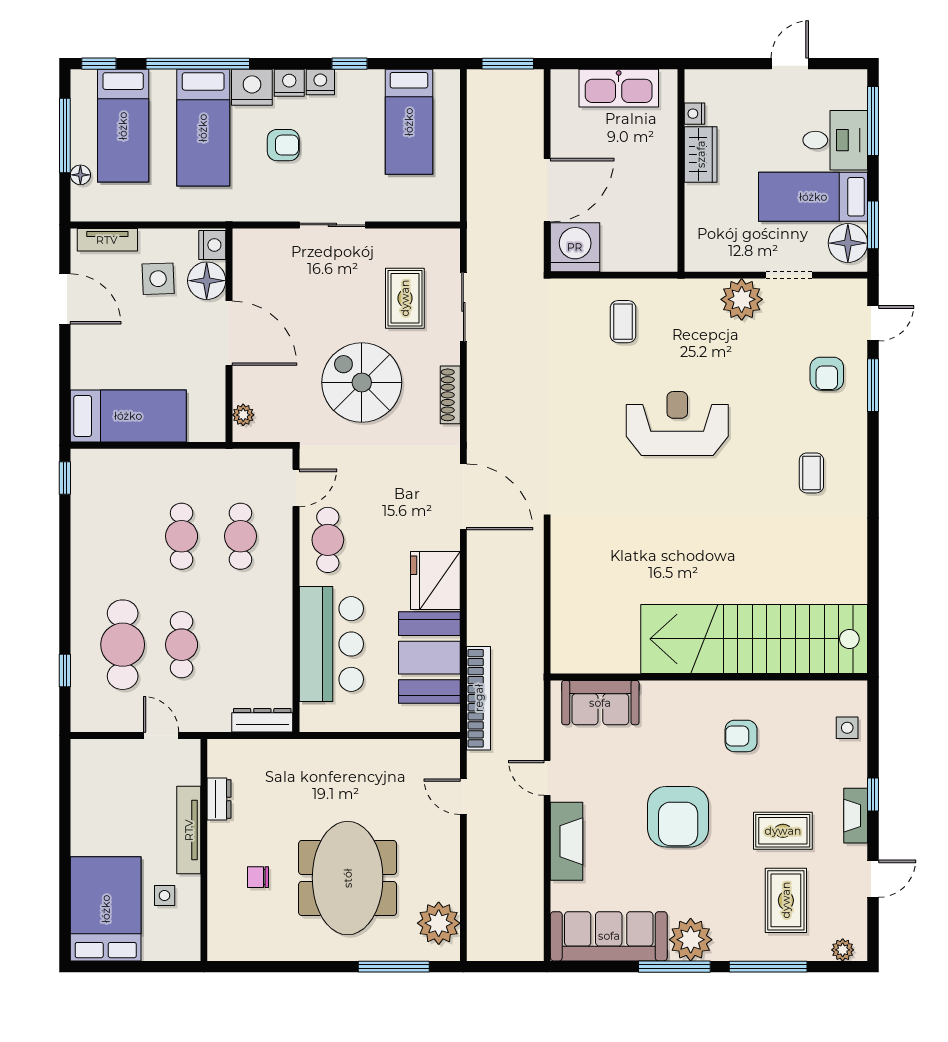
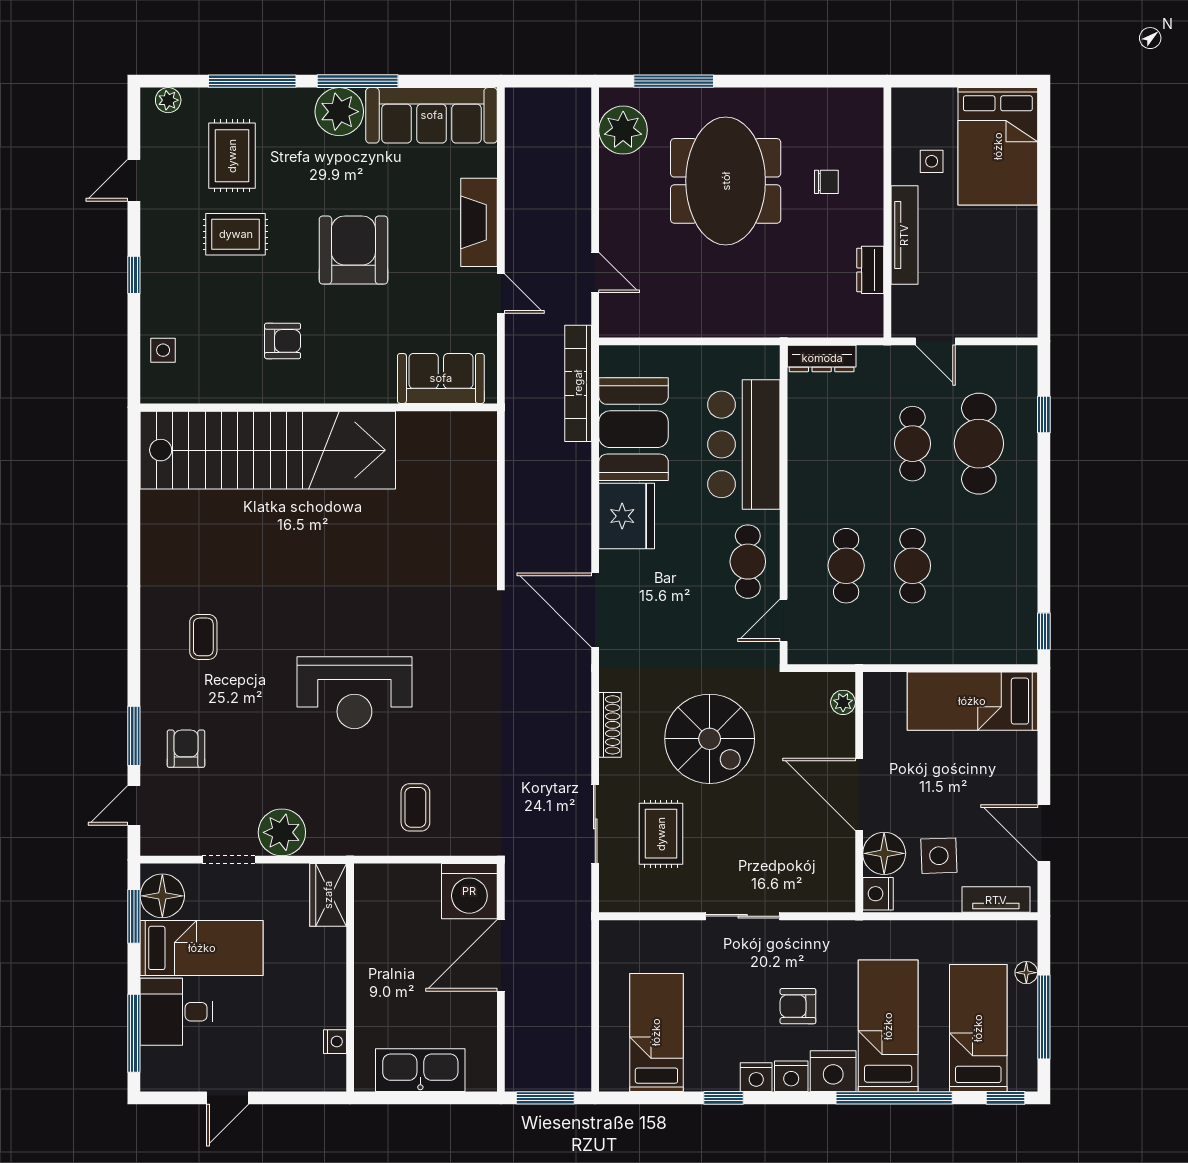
wardrobe: (701, 154) -> (328, 895), moved
fireplace: (856, 816) -> (153, 251), removed

